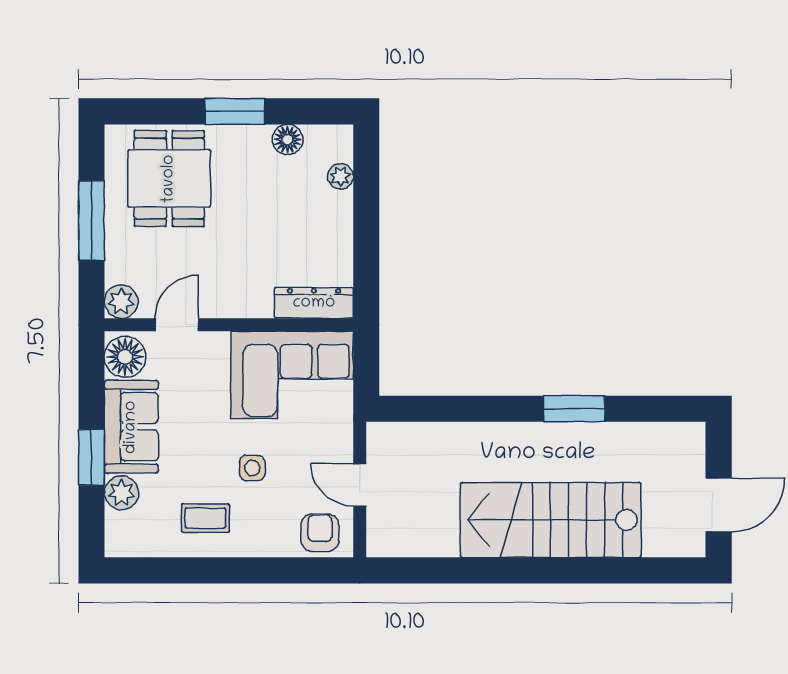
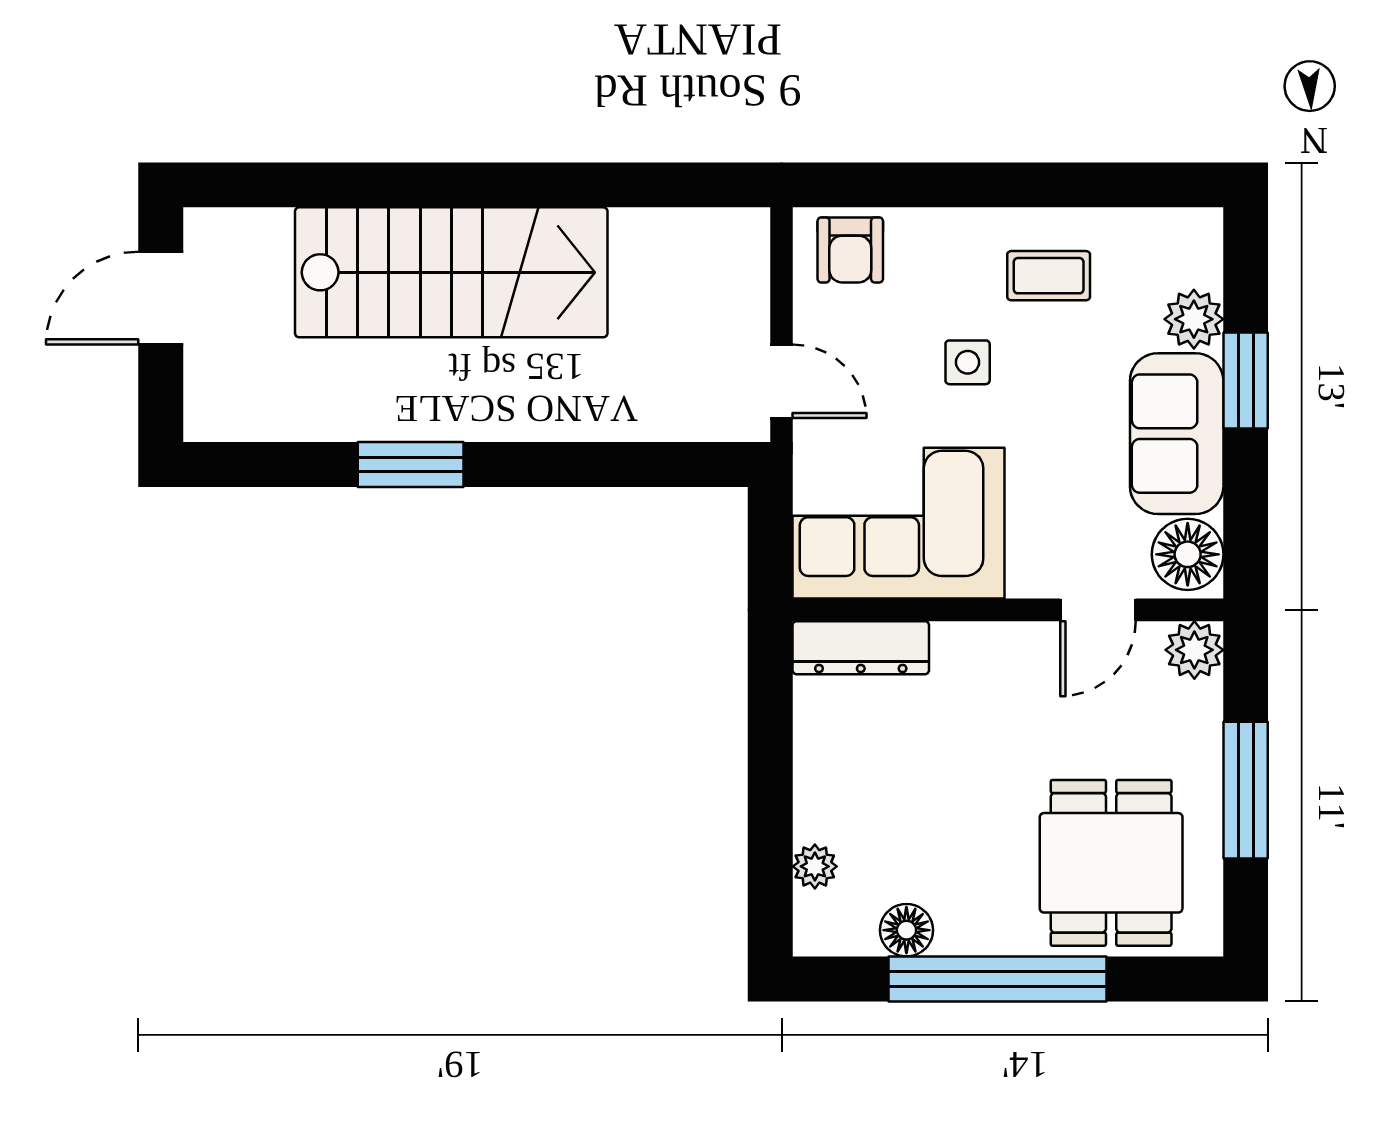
window: (235, 111) -> (998, 979), width x2.11
door: (360, 485) -> (782, 381), moved

